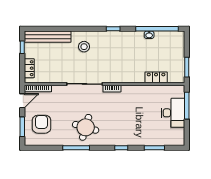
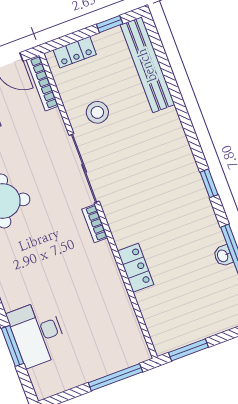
stool: (84, 47) -> (97, 112), moved
locker: (156, 77) -> (136, 268), moved
desk: (173, 113) -> (37, 333), moved, turned 90

